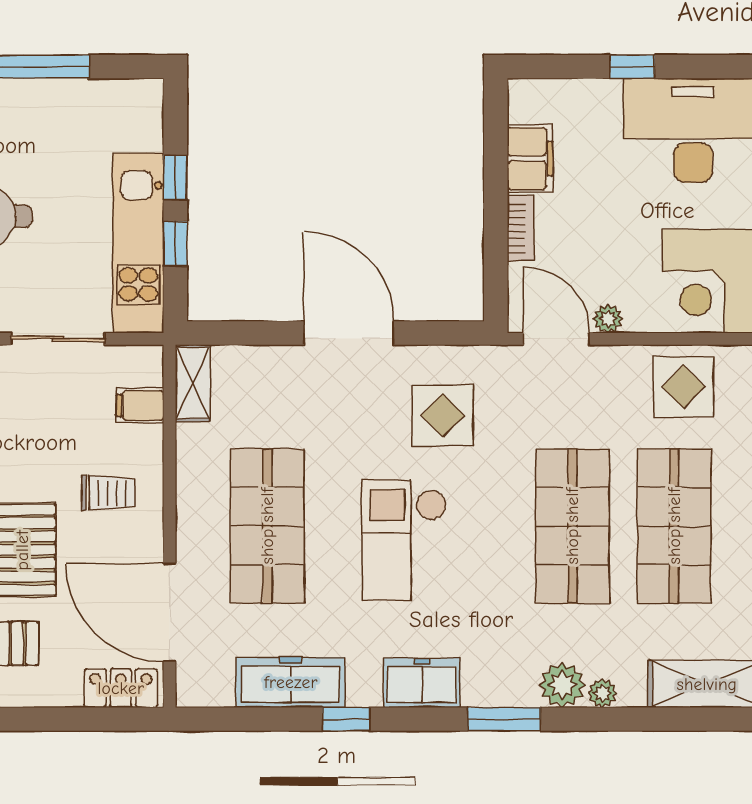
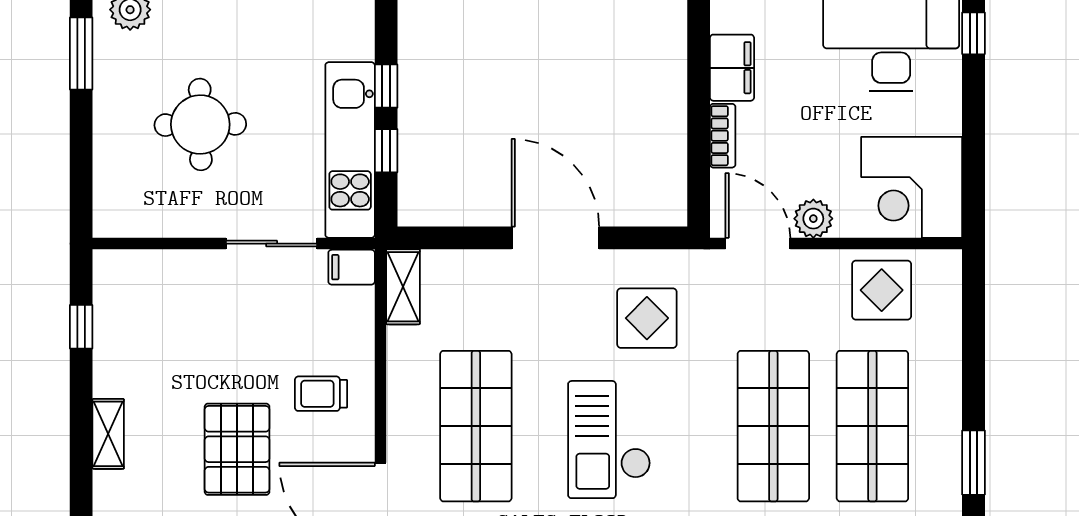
plant: (608, 319) -> (813, 219), width x1.38, depth x1.38
filing cabinet: (140, 406) -> (352, 267), moved
trolley: (109, 493) -> (321, 394), turned 180

